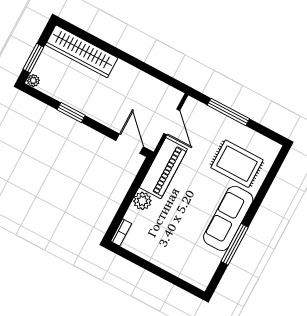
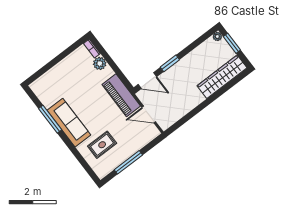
window: (71, 112) -> (170, 63), moved
window: (228, 112) -> (128, 162), moved
rug: (237, 164) -> (102, 145), width x0.73, depth x0.70
plant: (142, 201) -> (100, 63), moved

